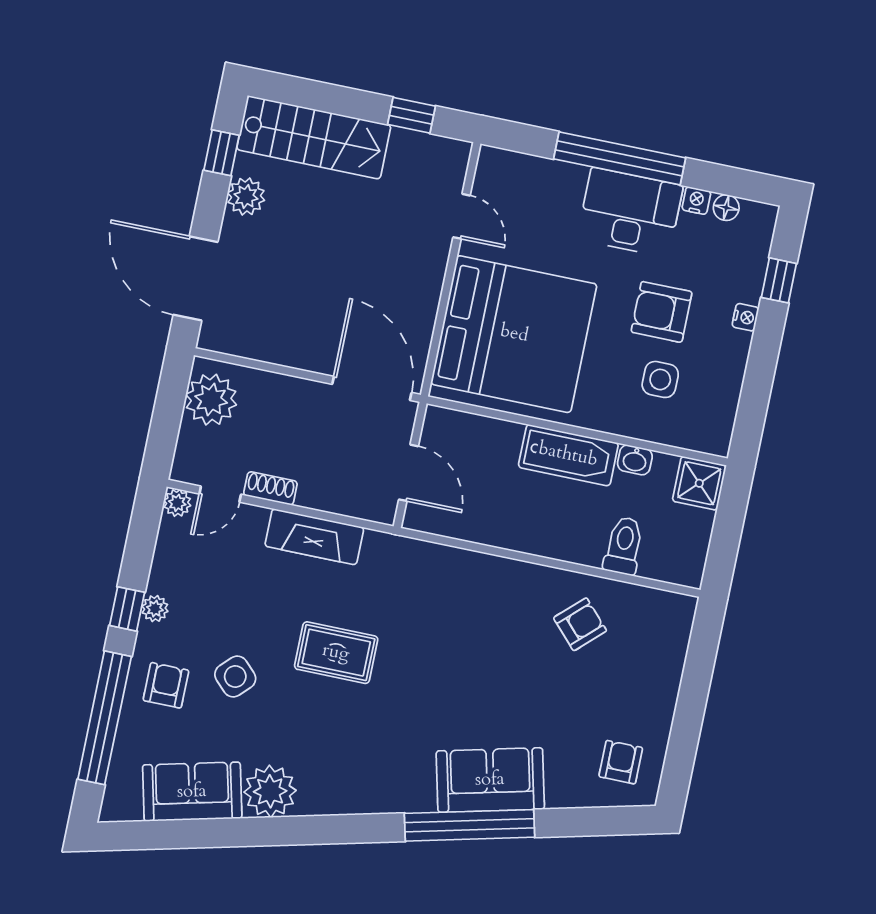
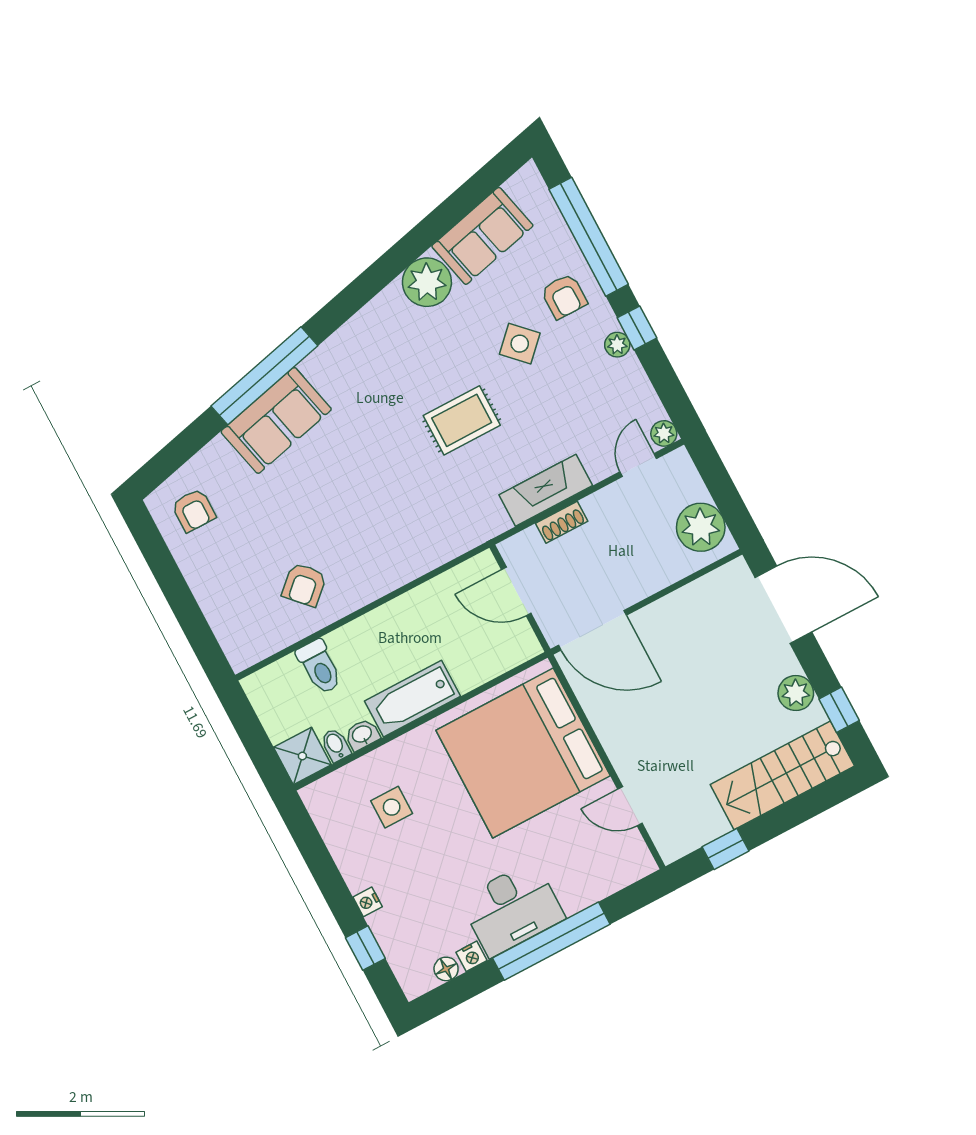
armchair: (662, 312) -> (431, 856), removed
bidet: (664, 470) -> (336, 745), added
shoe rack: (270, 488) -> (562, 522), moved

